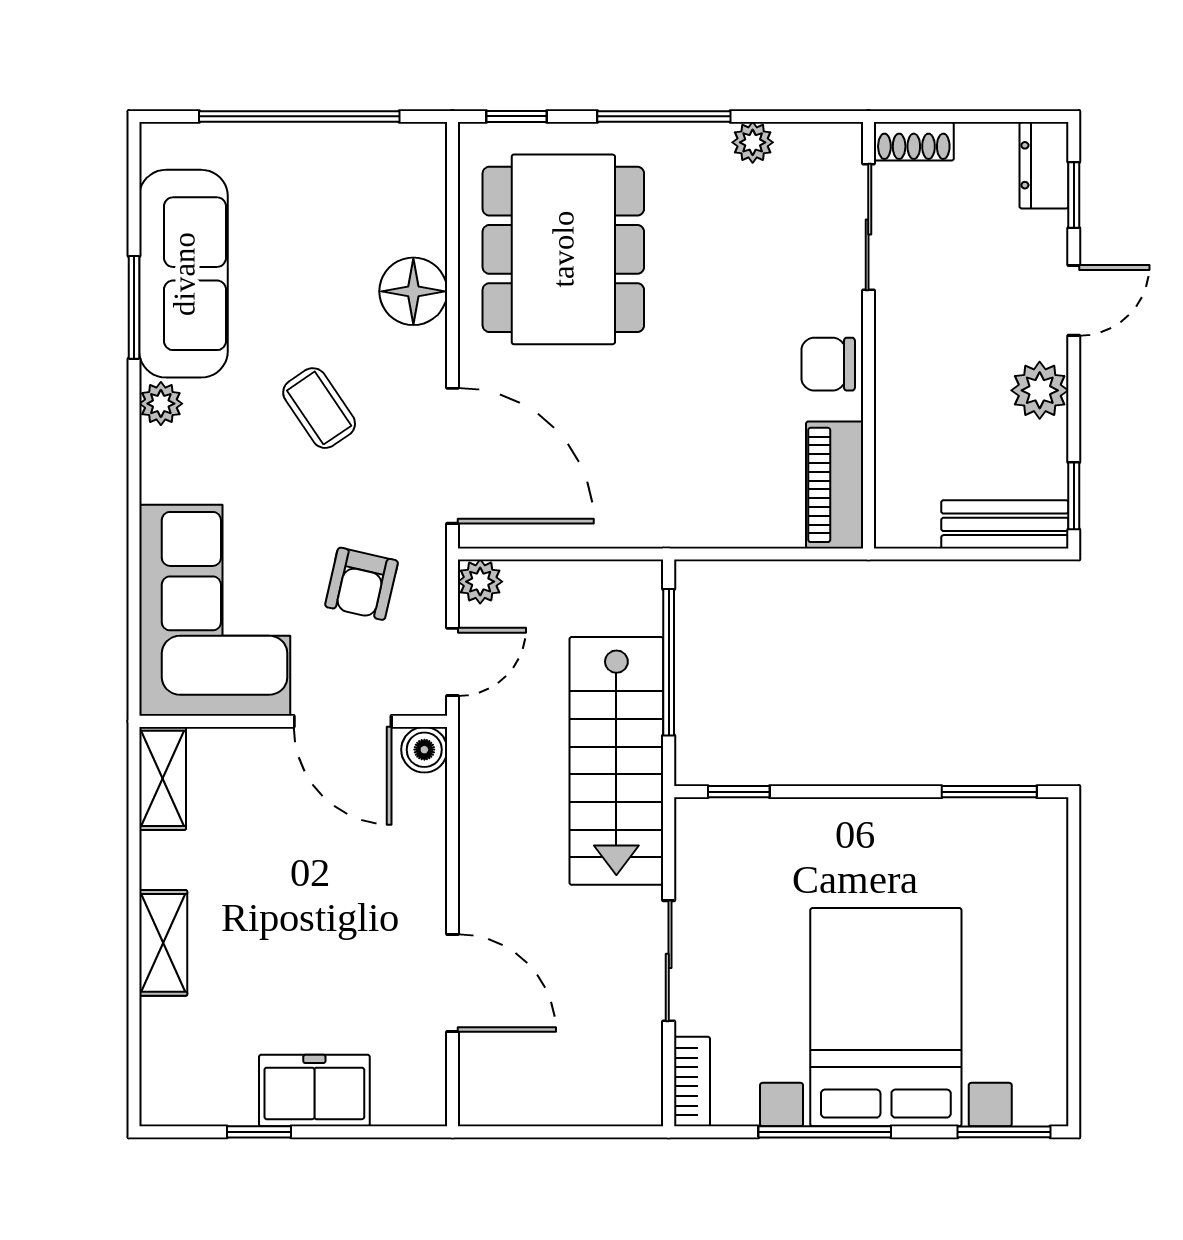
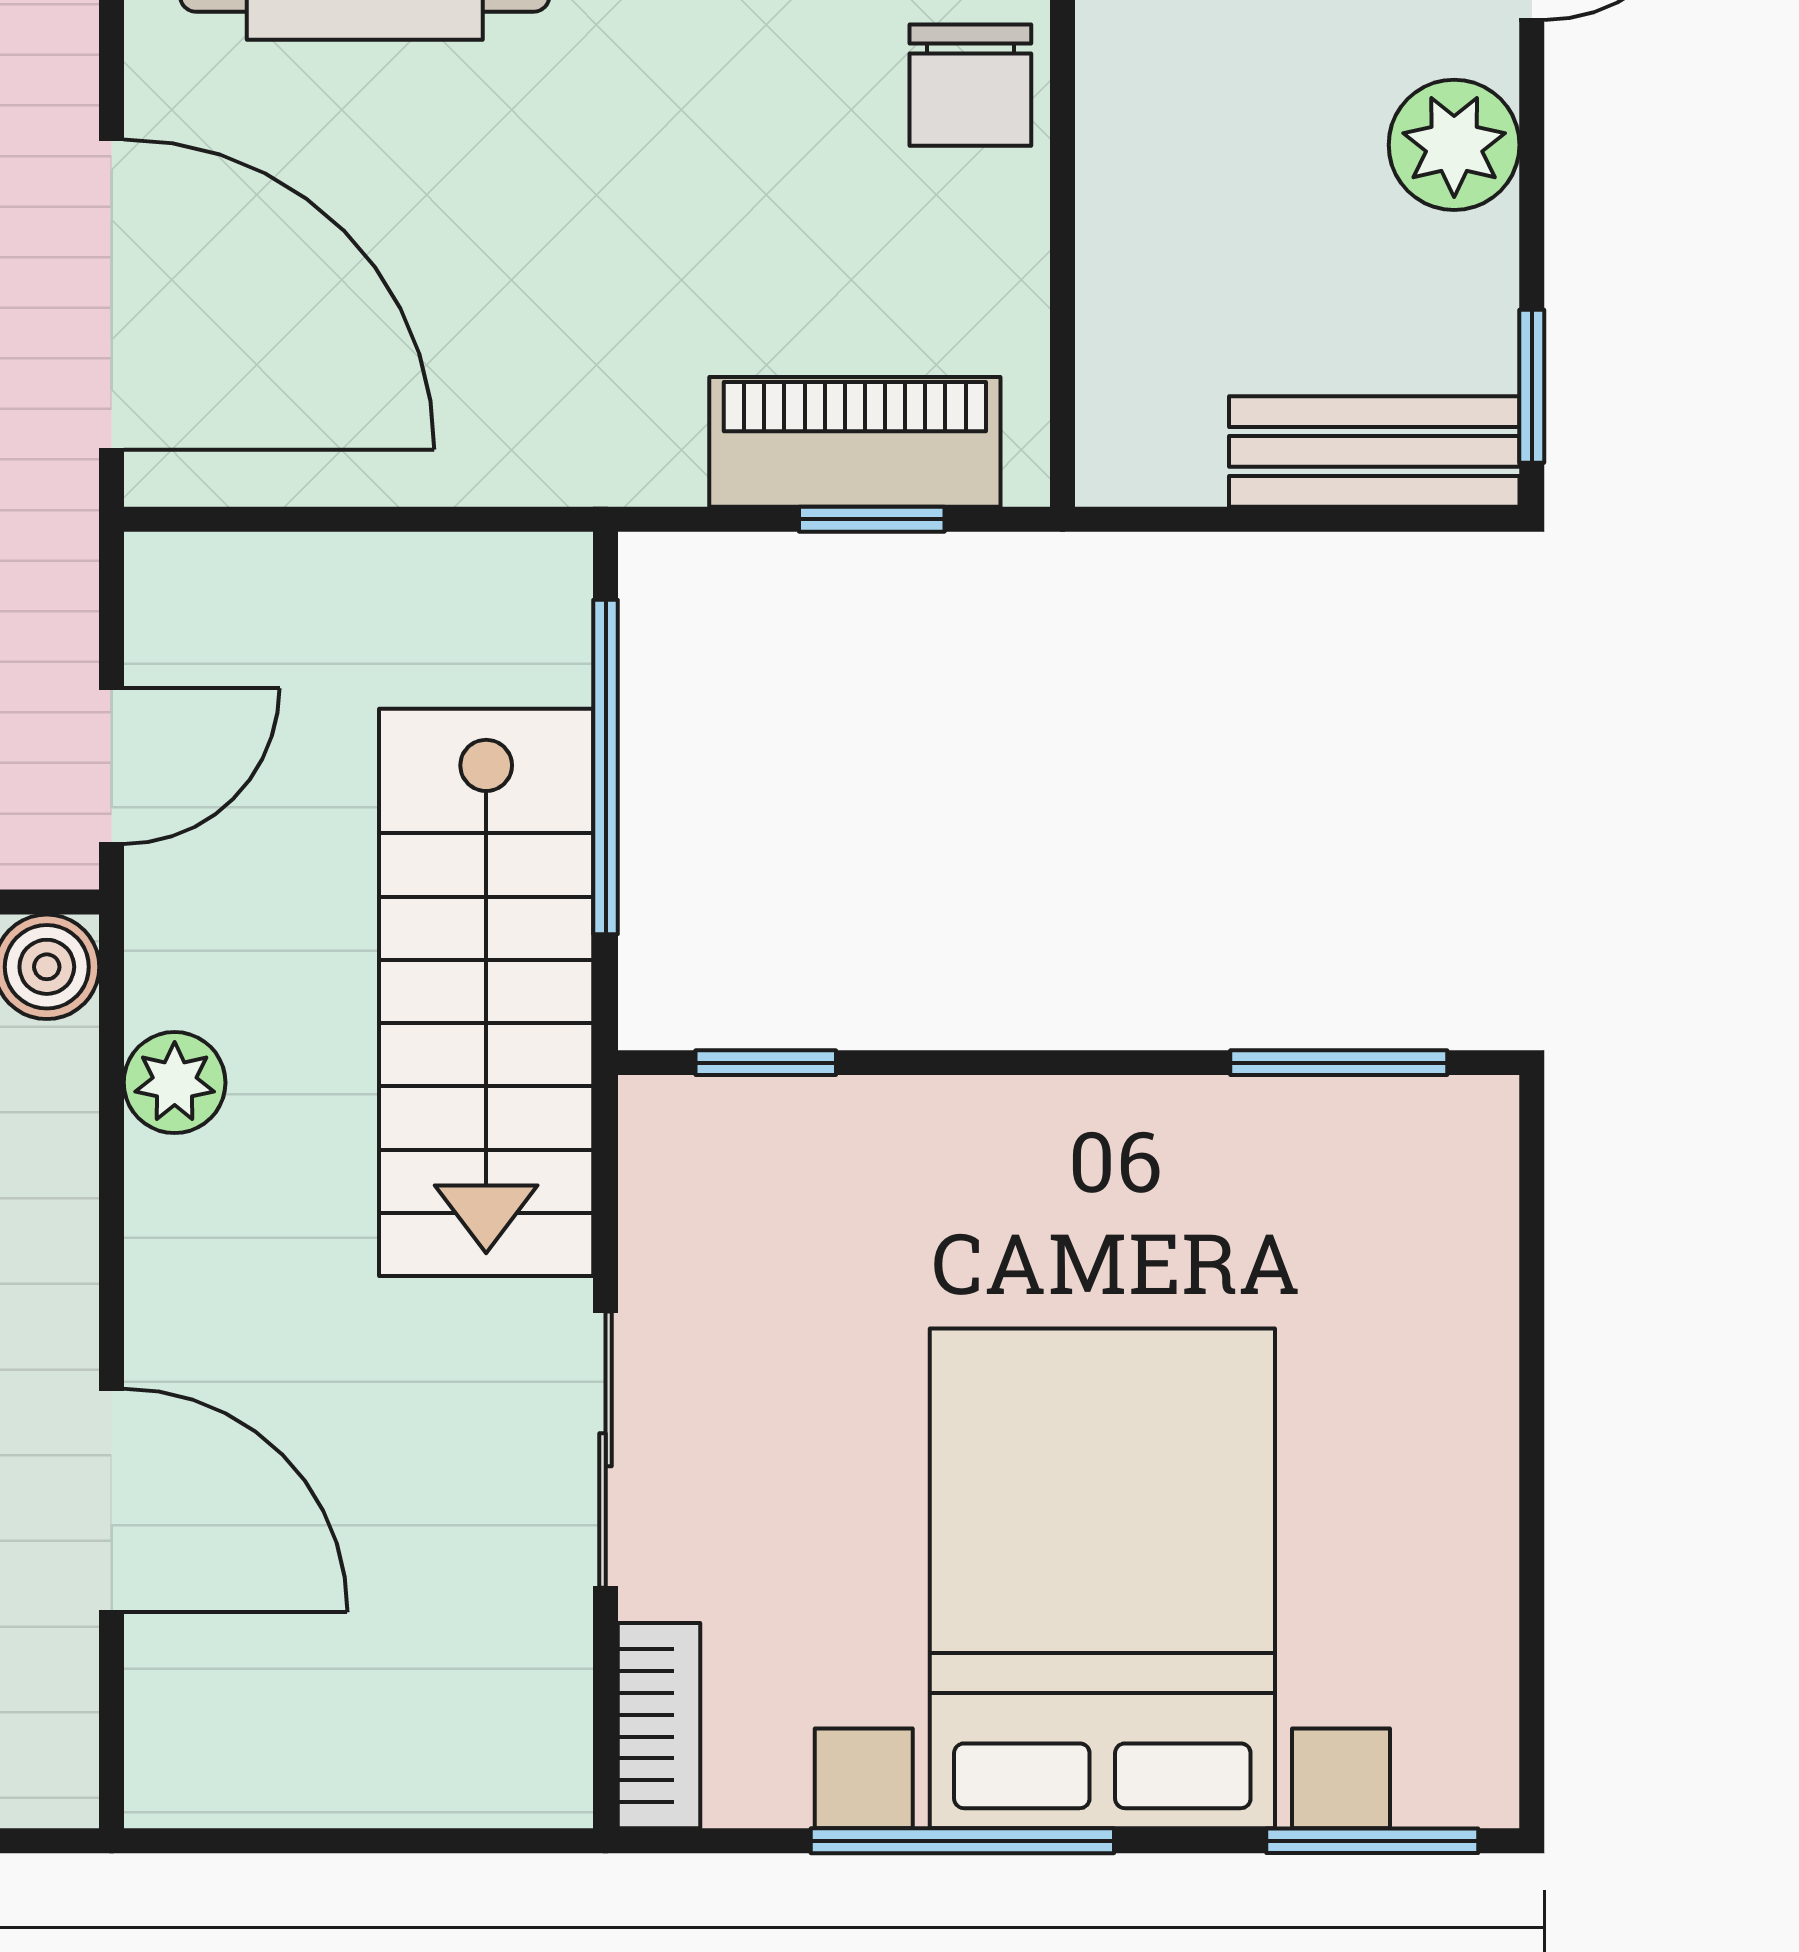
chair: (828, 364) -> (970, 85), turned -90
piano: (835, 485) -> (855, 442), moved, turned 90
window: (785, 554) -> (872, 519), added
plant: (480, 582) -> (175, 1083), moved

